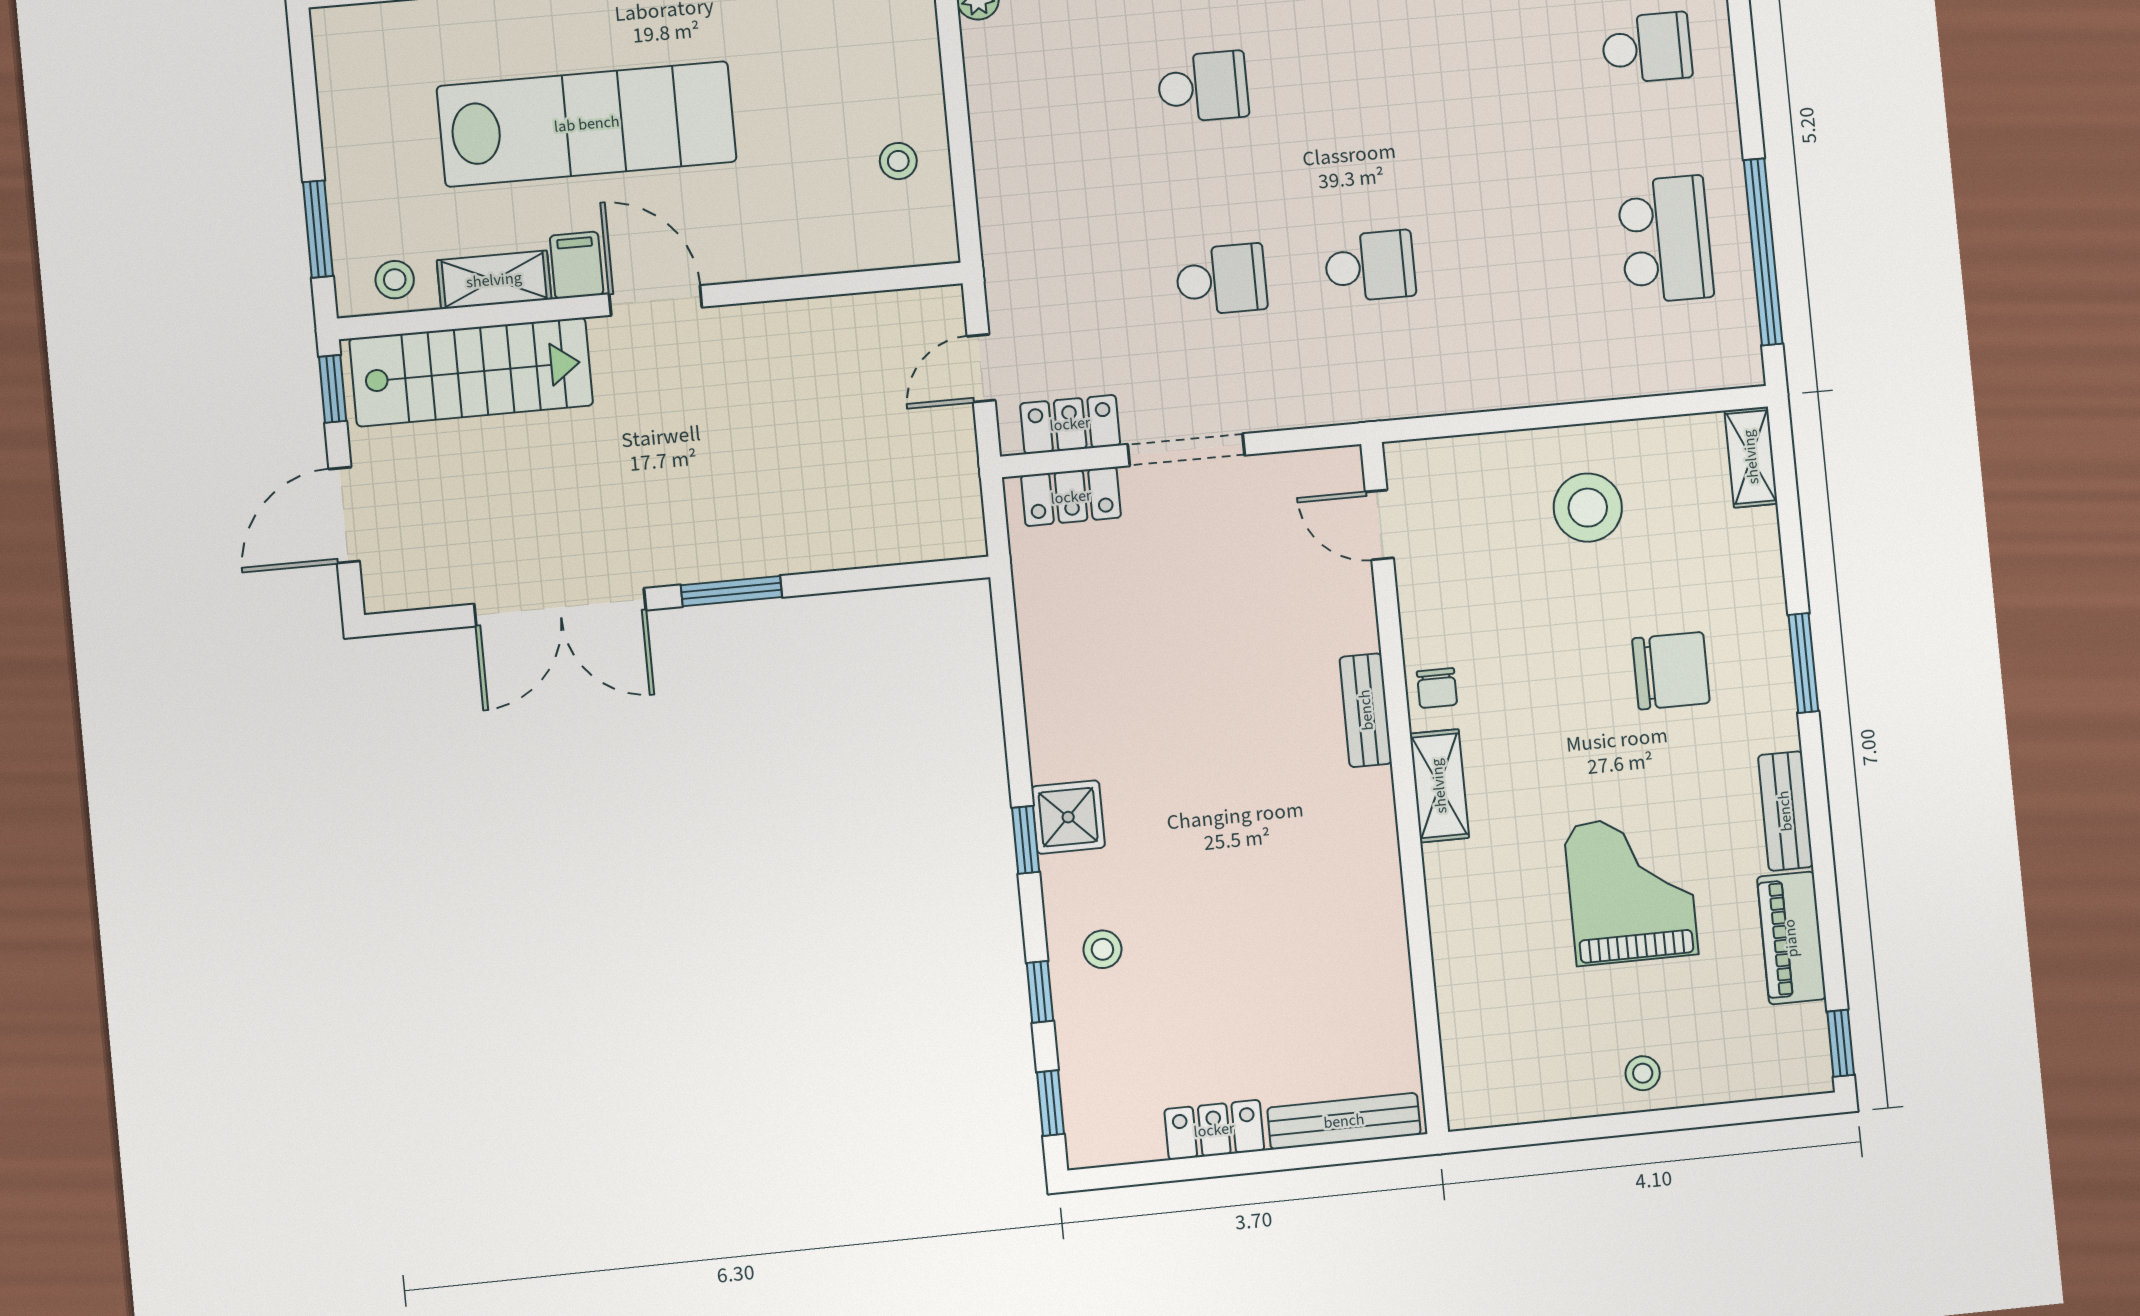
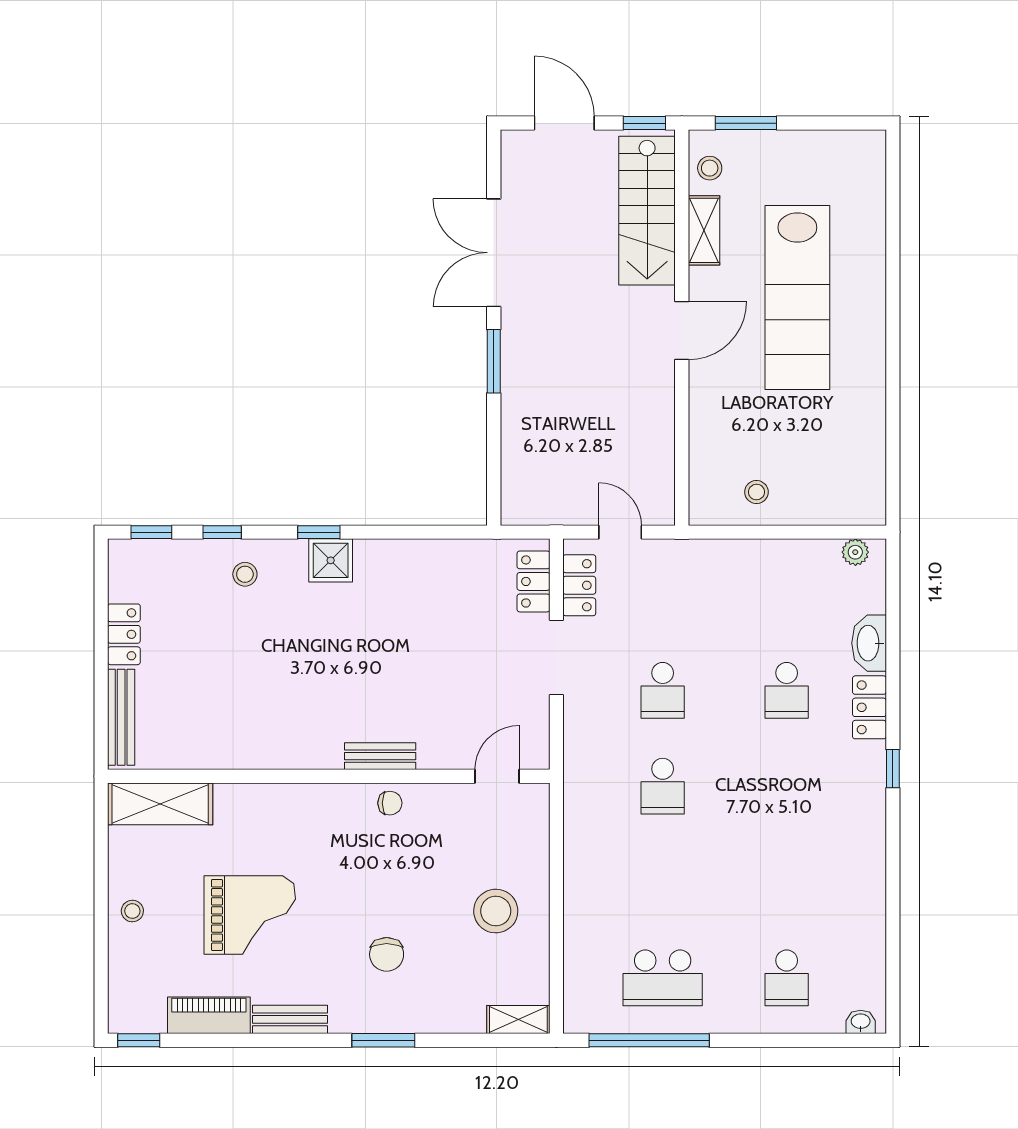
filing cabinet: (577, 265) -> (709, 283), removed
chair: (1671, 671) -> (387, 954), width x0.73, depth x0.73
chair: (1437, 688) -> (390, 803), turned 180
shelving: (1439, 786) -> (160, 804), moved, width x1.50, depth x1.33

